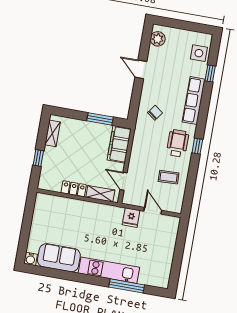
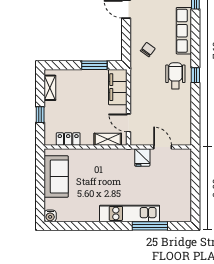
coffee table: (169, 177) -> (172, 111), removed
locker: (74, 189) -> (68, 139), moved
sofa: (59, 258) -> (56, 176), moved, turned 90

